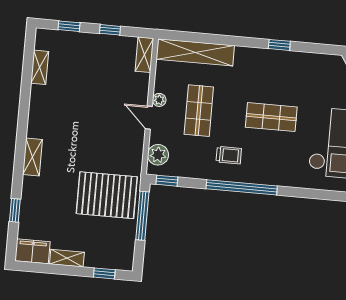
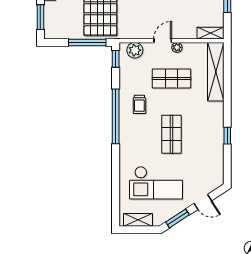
window: (104, 273) -> (40, 17), width x1.50

